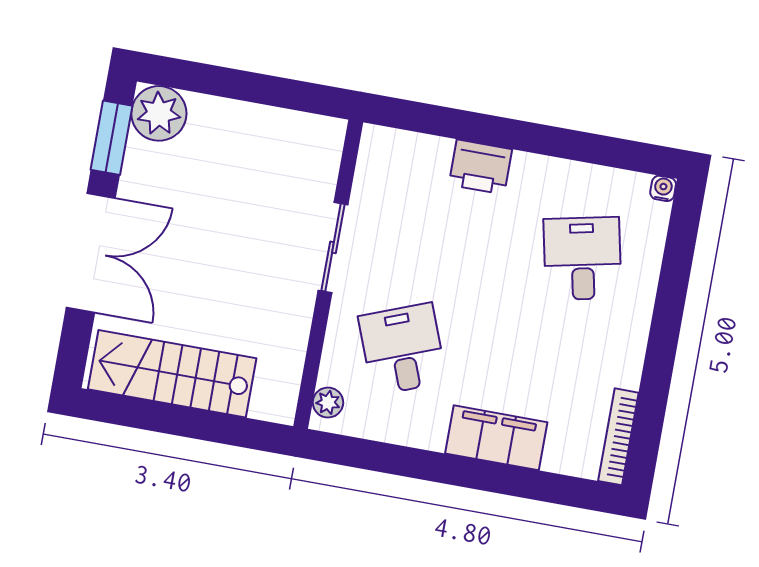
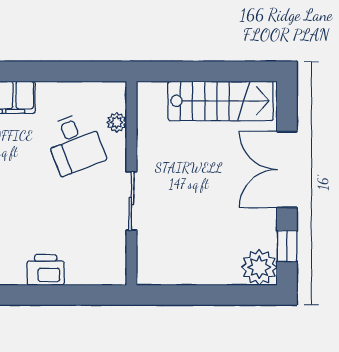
window: (112, 138) -> (287, 246), width x0.67
plant: (328, 403) -> (117, 122), moved

